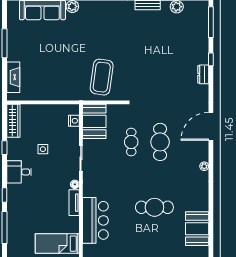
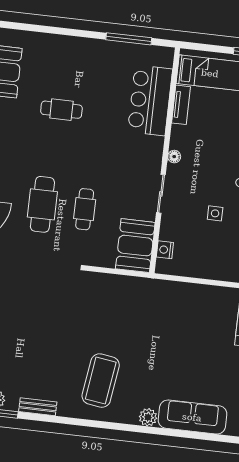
coffee table: (102, 77) -> (101, 381), moved
tv unit: (74, 203) -> (181, 105), moved
cafe table: (154, 207) -> (61, 110), width x0.73, depth x0.74

